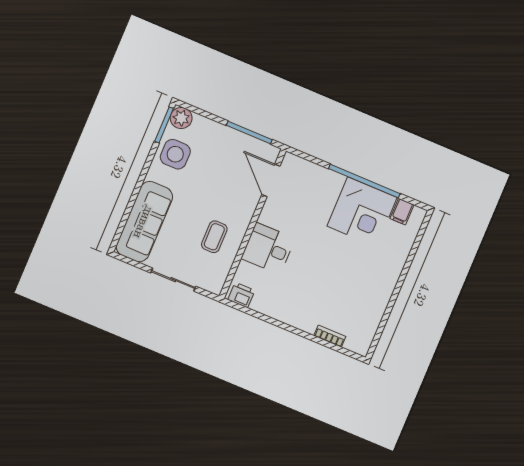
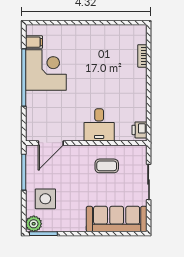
side table: (175, 154) -> (45, 199), moved

